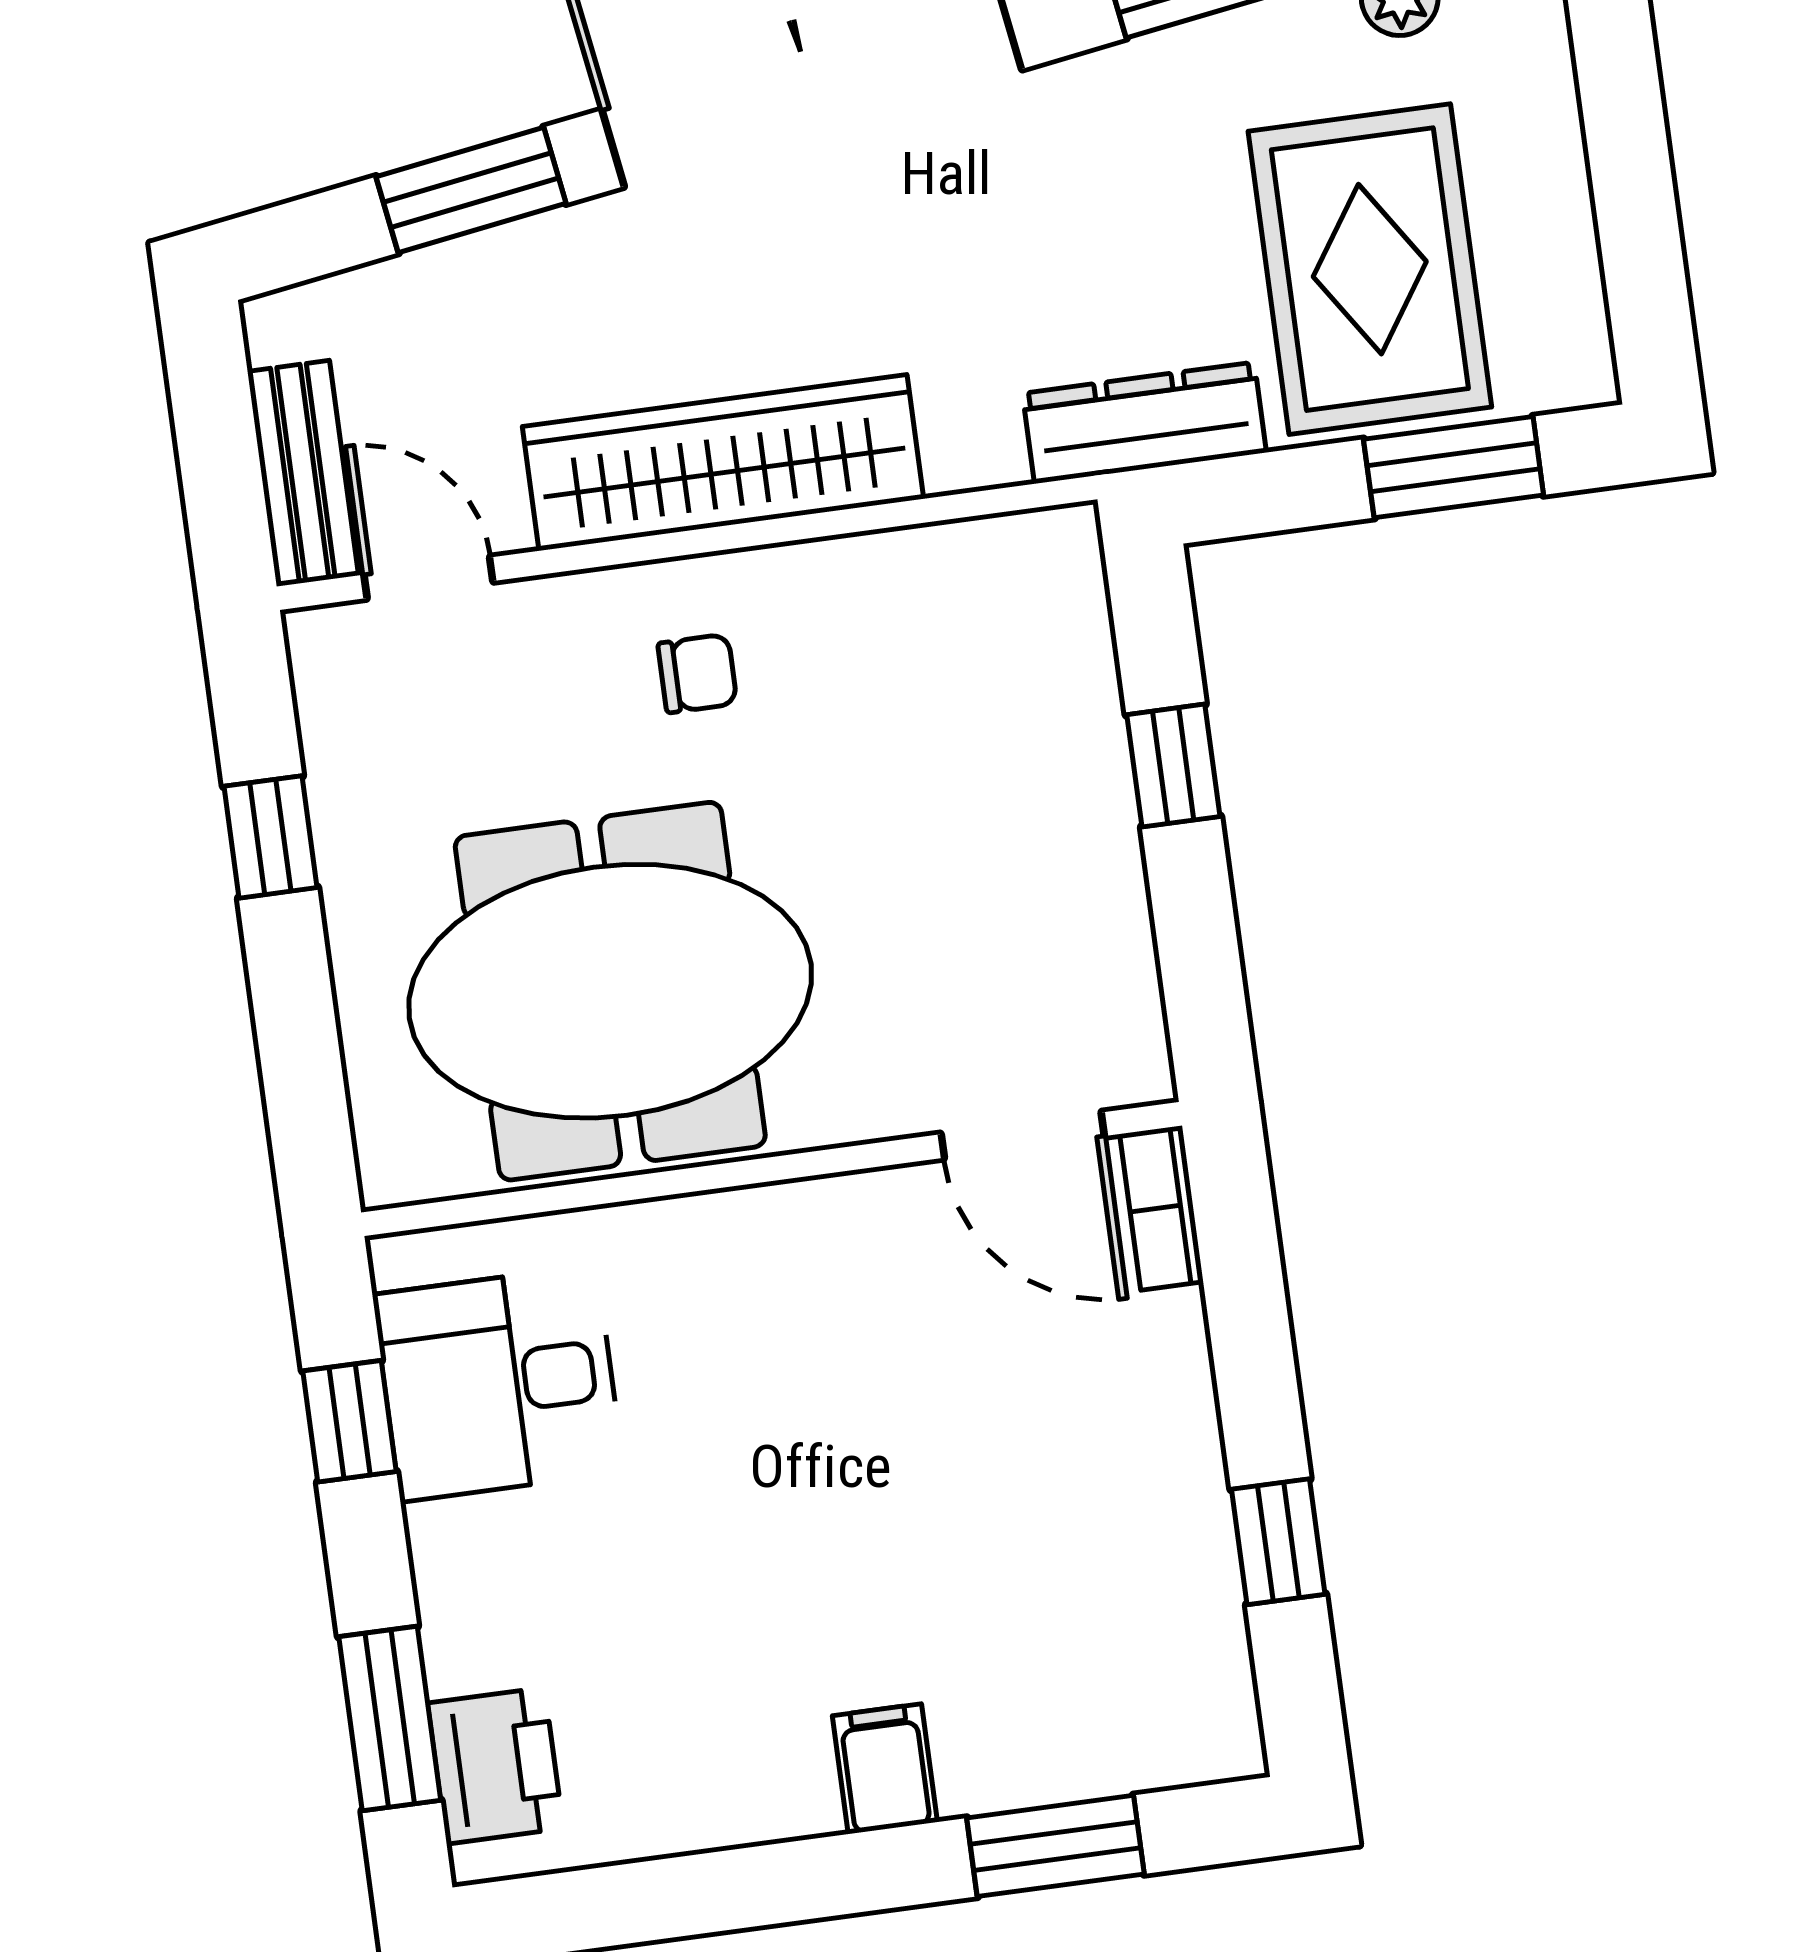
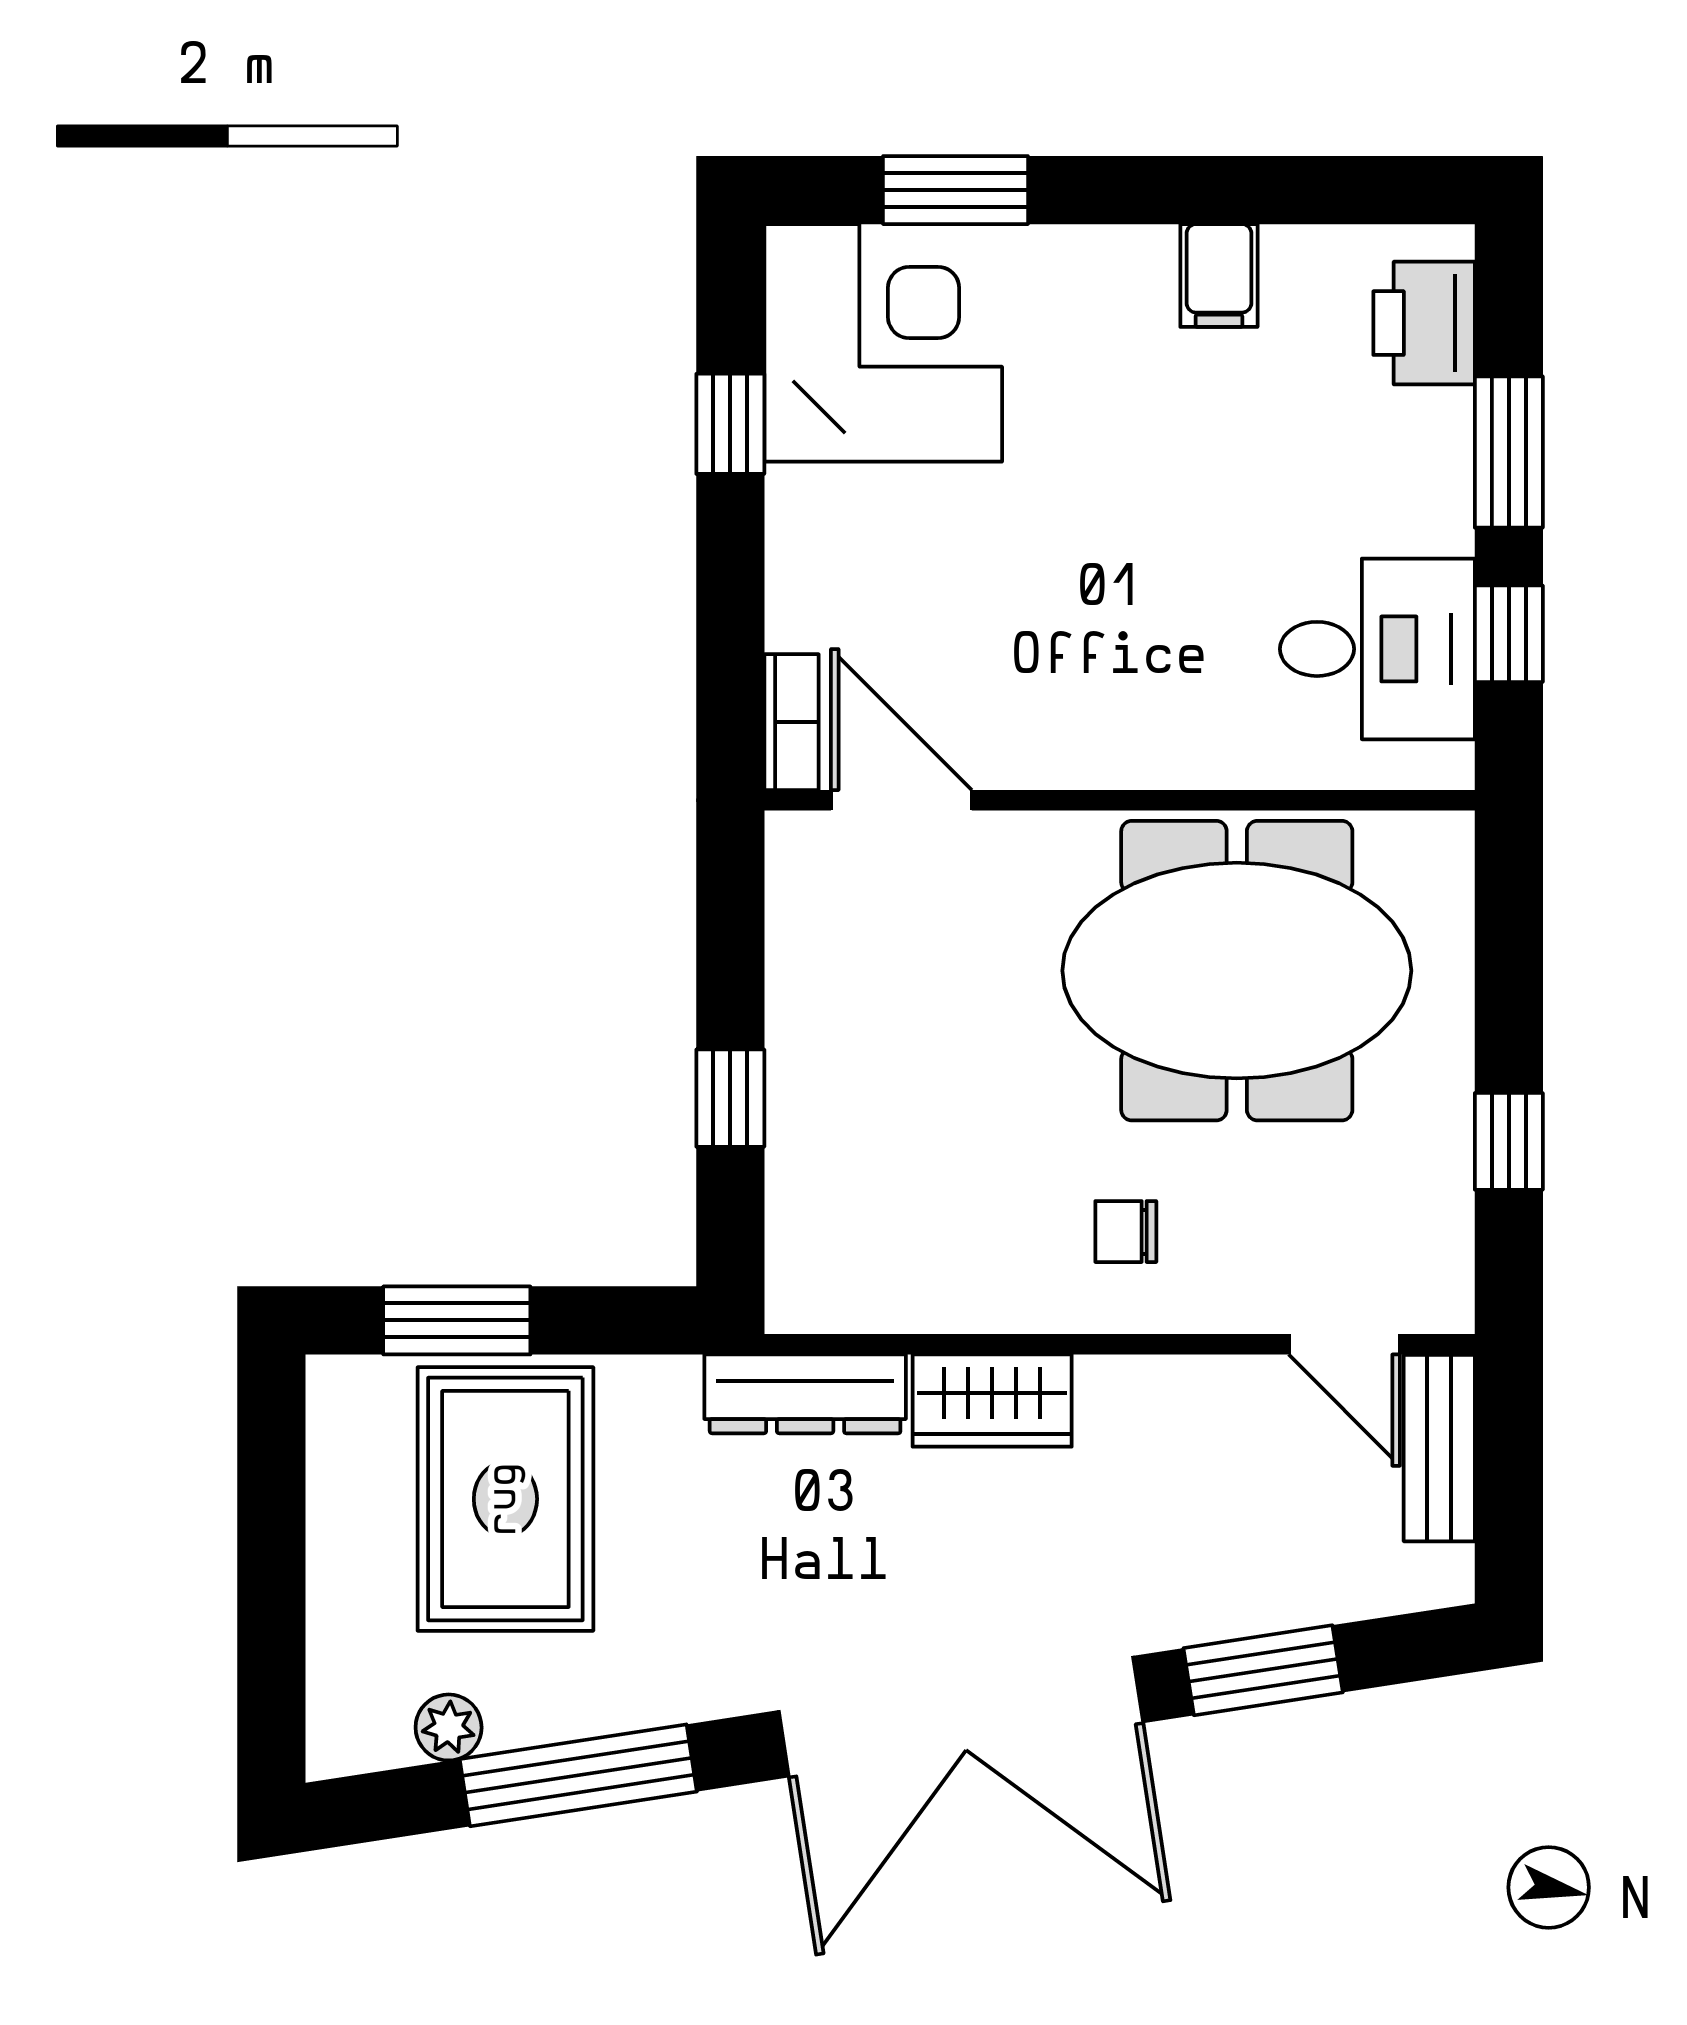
dresser: (1144, 423) -> (805, 1394), moved
wardrobe: (723, 463) -> (992, 1401), width x0.48, depth x0.85
corner desk: (1115, 1659) -> (883, 343), added
window: (390, 1718) -> (1509, 452), moved
filing cabinet: (885, 1769) -> (1219, 275), moved

